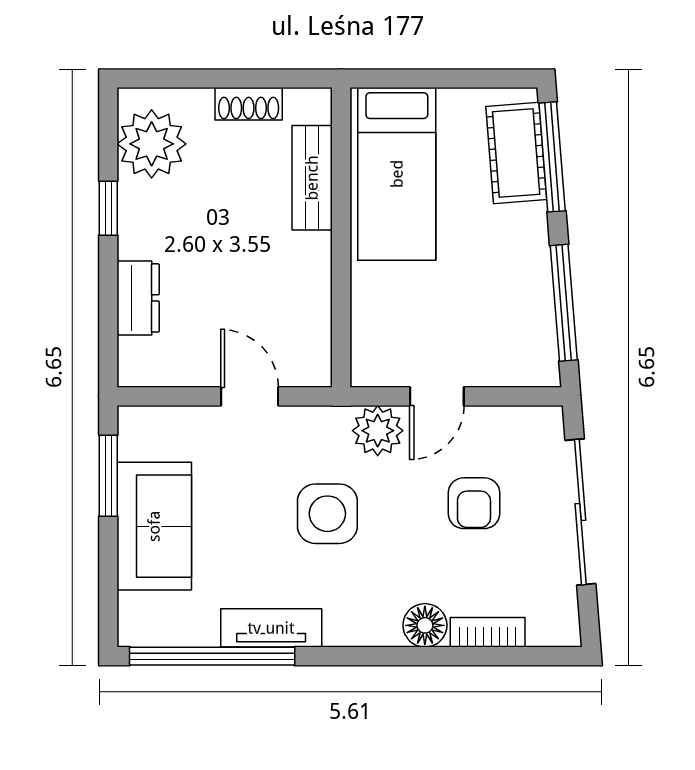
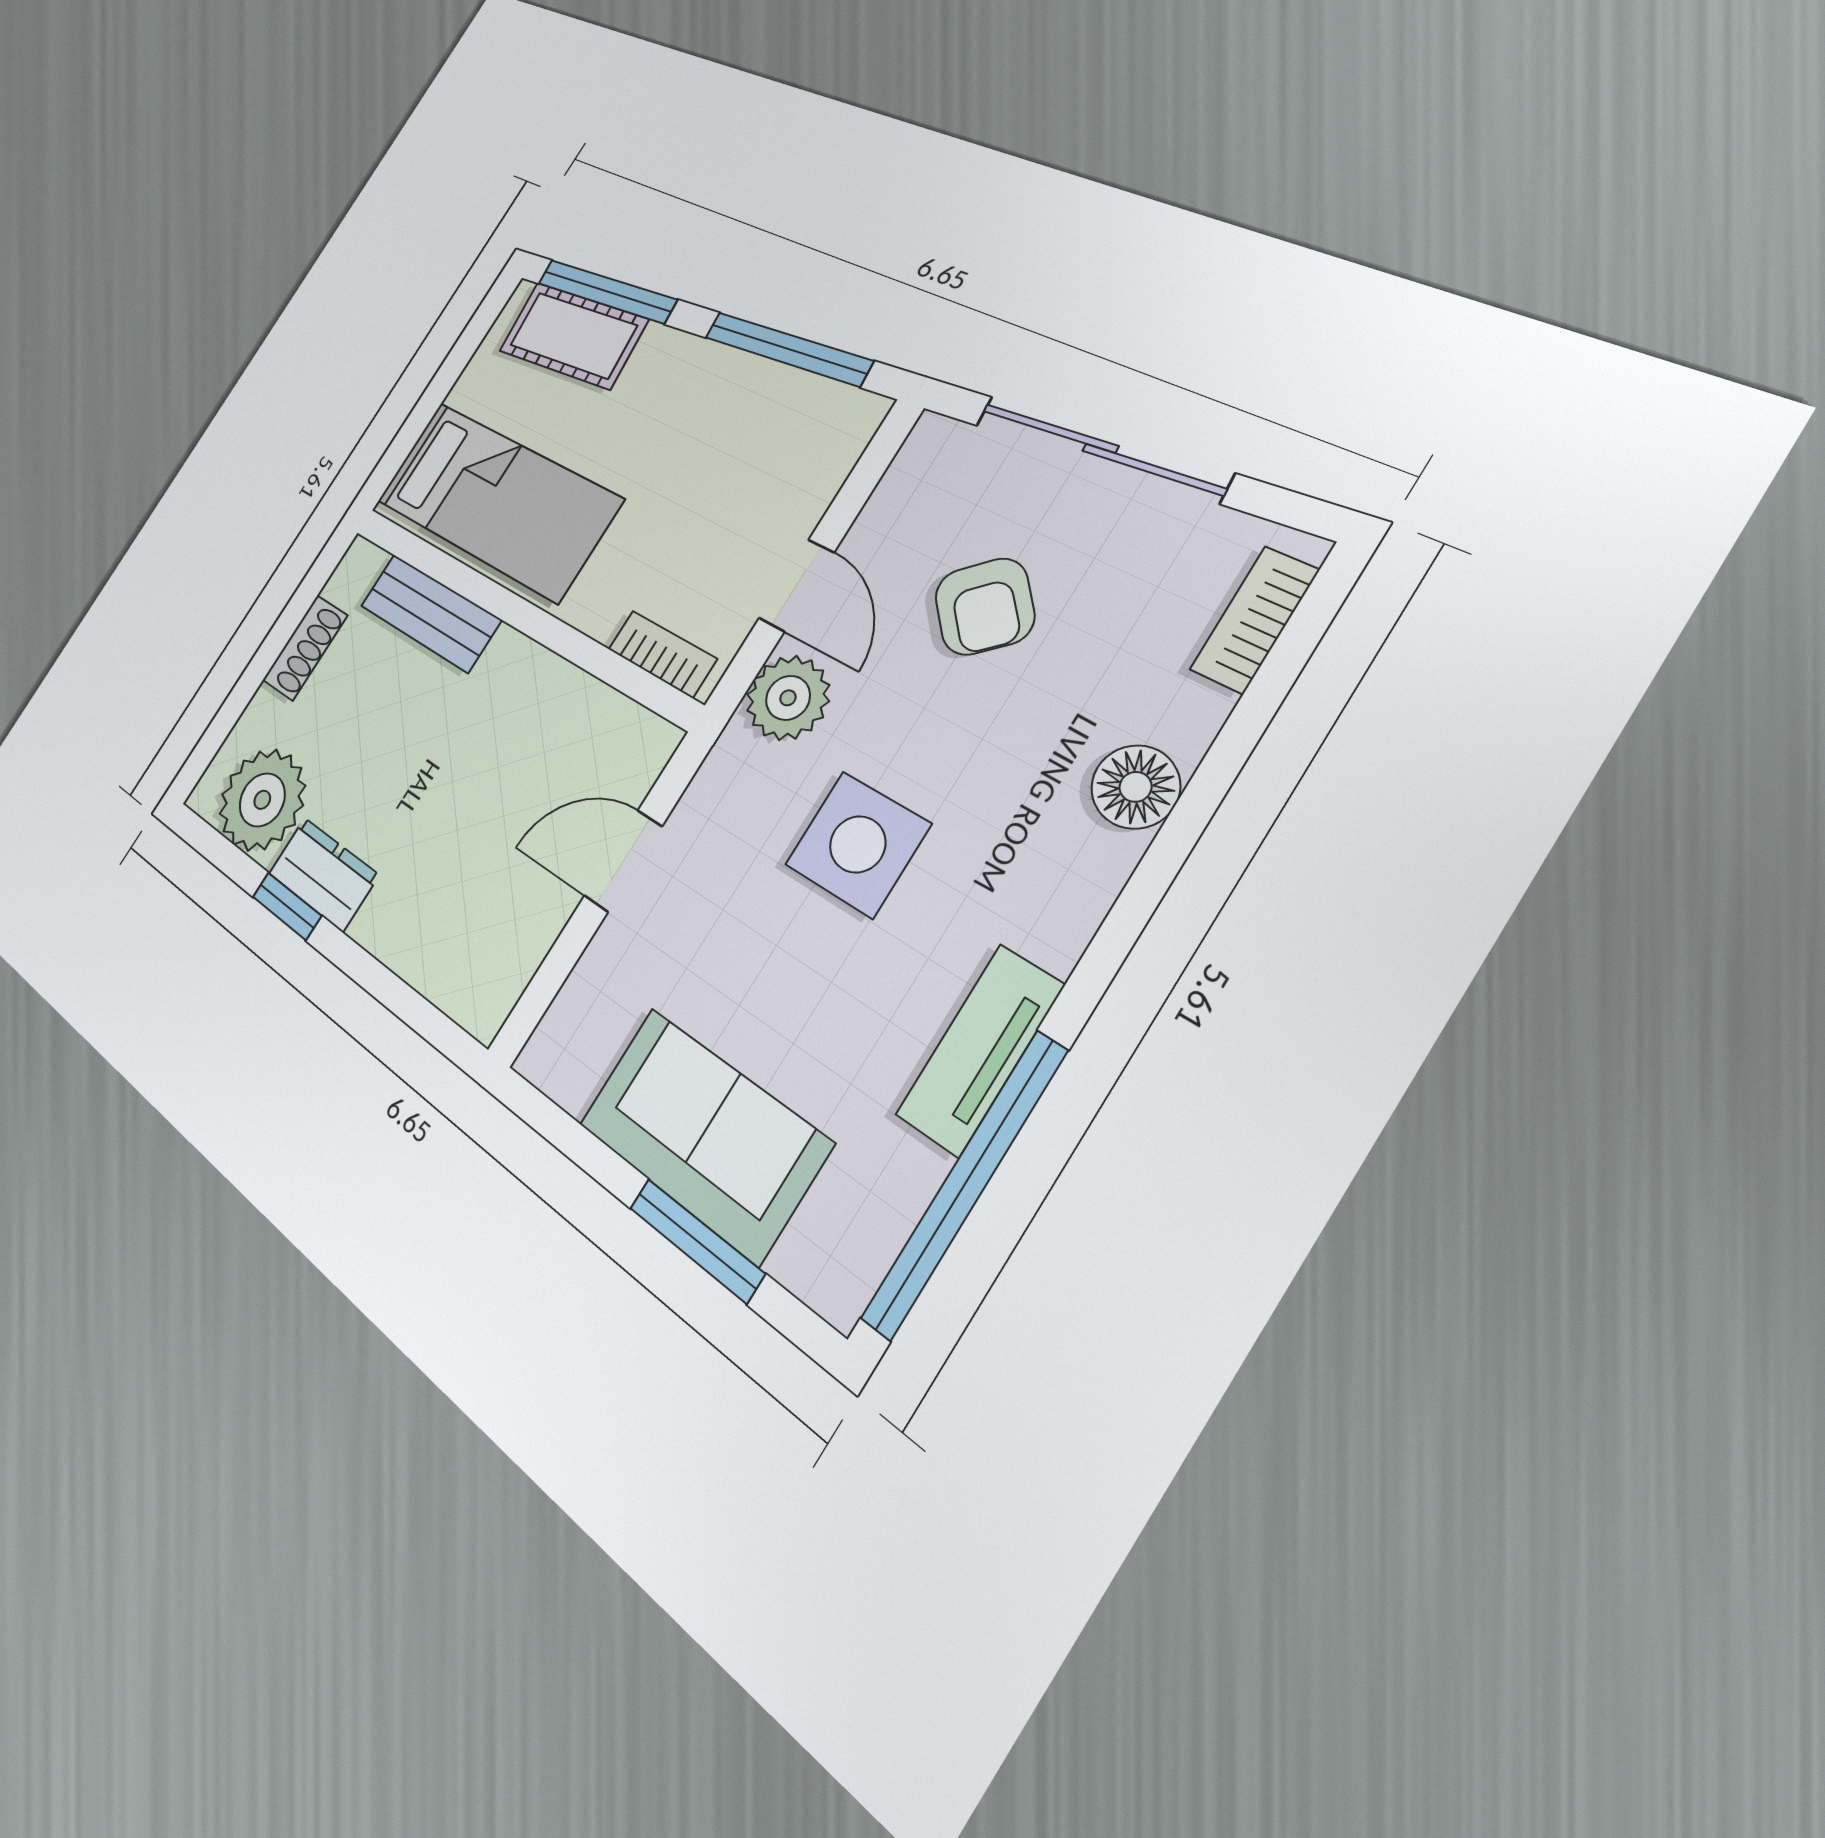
dresser: (138, 298) -> (323, 874), moved
bookcase: (364, 344) -> (662, 654), added
window: (108, 476) -> (697, 1240), moved
armchair: (474, 503) -> (985, 607), turned 48
bookcase: (488, 632) -> (1254, 620), moved

